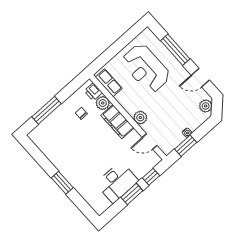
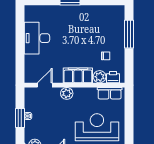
window: (186, 146) -> (20, 118), moved
window: (151, 177) -> (20, 65), removed
window: (132, 194) -> (20, 41), removed

